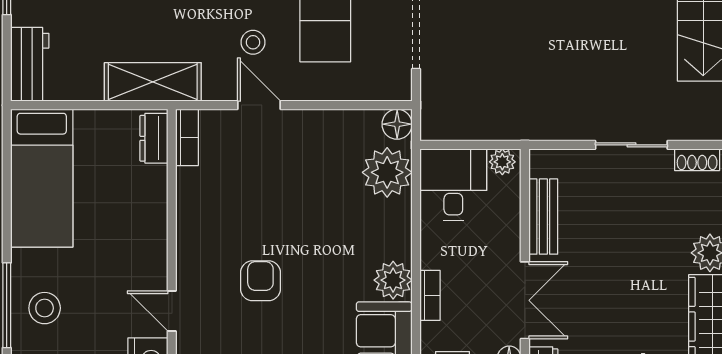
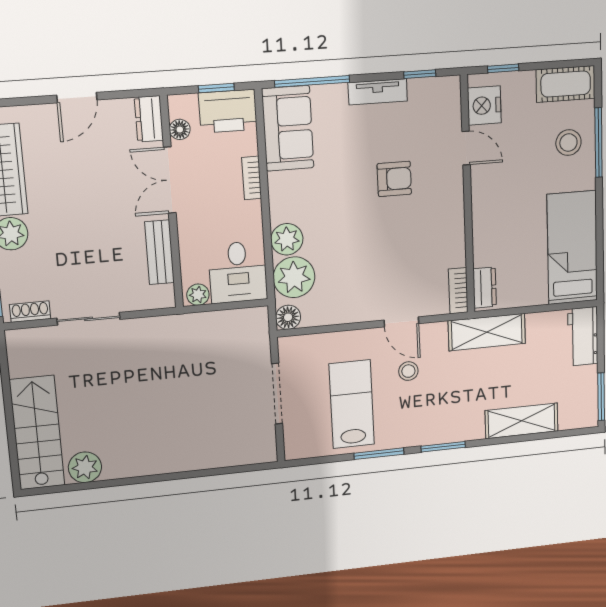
plant: (393, 280) -> (287, 239), moved
armchair: (260, 281) -> (394, 179), turned -90

